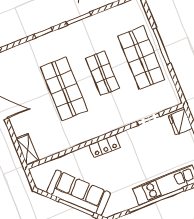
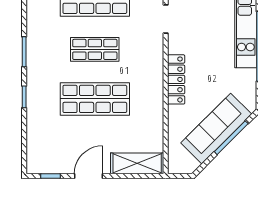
locker: (104, 146) -> (176, 79), width x1.53
shelving: (27, 150) -> (137, 163), width x1.50, depth x1.33

